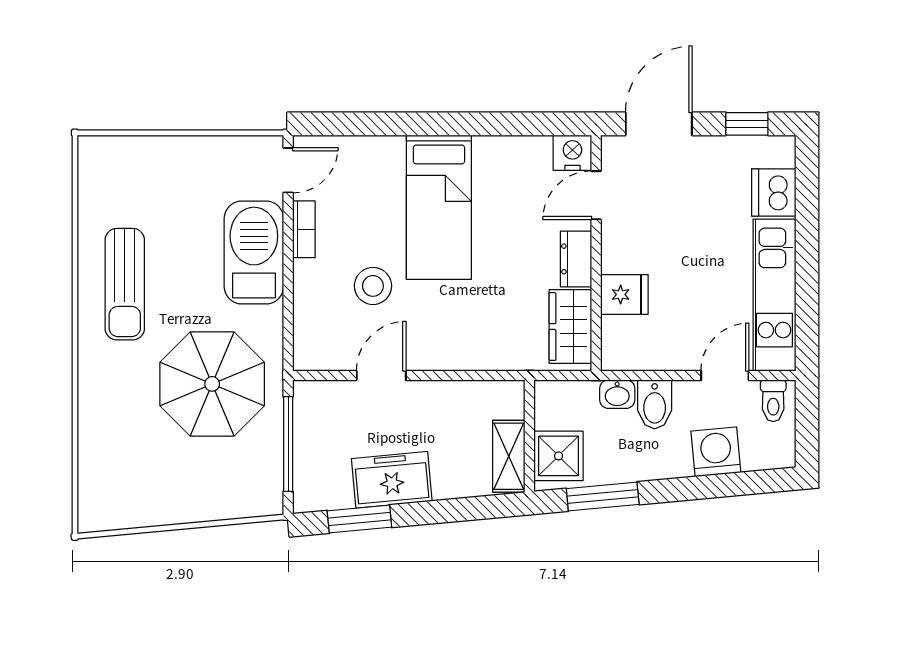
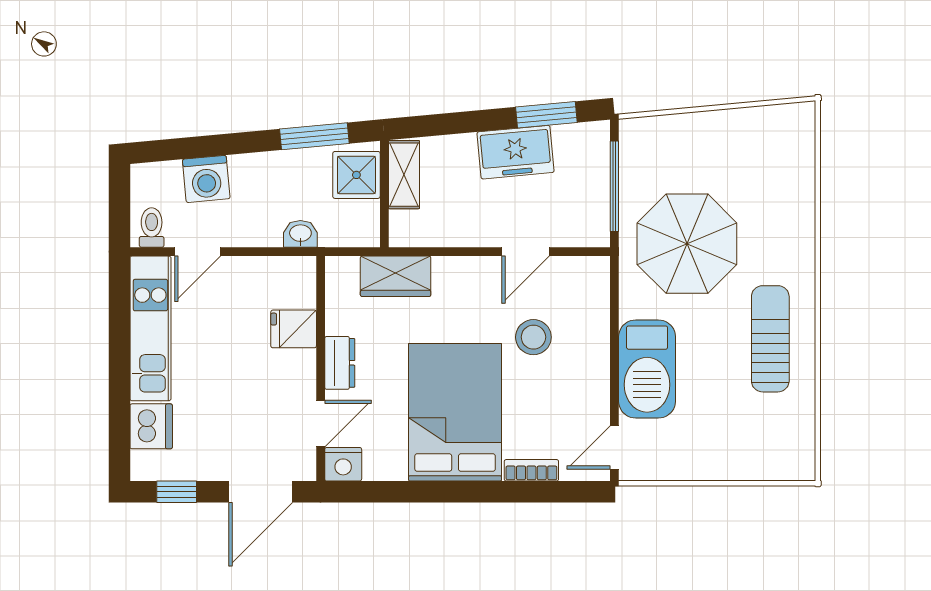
bed: (439, 207) -> (455, 412), width x1.50
bookcase: (304, 229) -> (531, 470), moved, turned 90
wardrobe: (570, 327) -> (396, 276), moved, turned 90
bidet: (655, 404) -> (265, 224), removed

